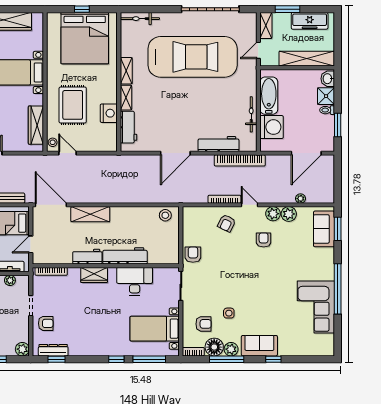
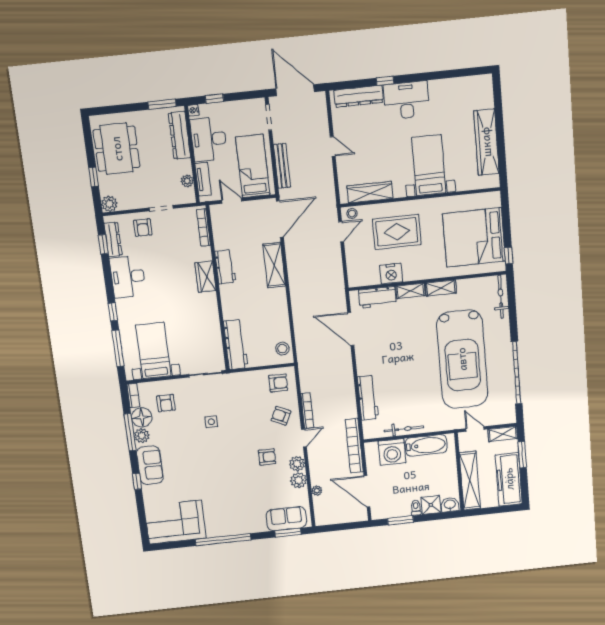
window: (82, 9) -> (508, 256), moved
freezer: (310, 21) -> (509, 479), width x1.36, depth x1.26
door: (175, 153) -> (351, 329), moved
bookcase: (240, 160) -> (354, 446), moved
armchair: (193, 255) -> (278, 383), moved
workbench: (125, 256) -> (236, 345), moved
desk: (135, 281) -> (128, 277), moved, turned 180
corner sofa: (316, 307) -> (175, 522), moved
side table: (229, 313) -> (211, 422), moved

